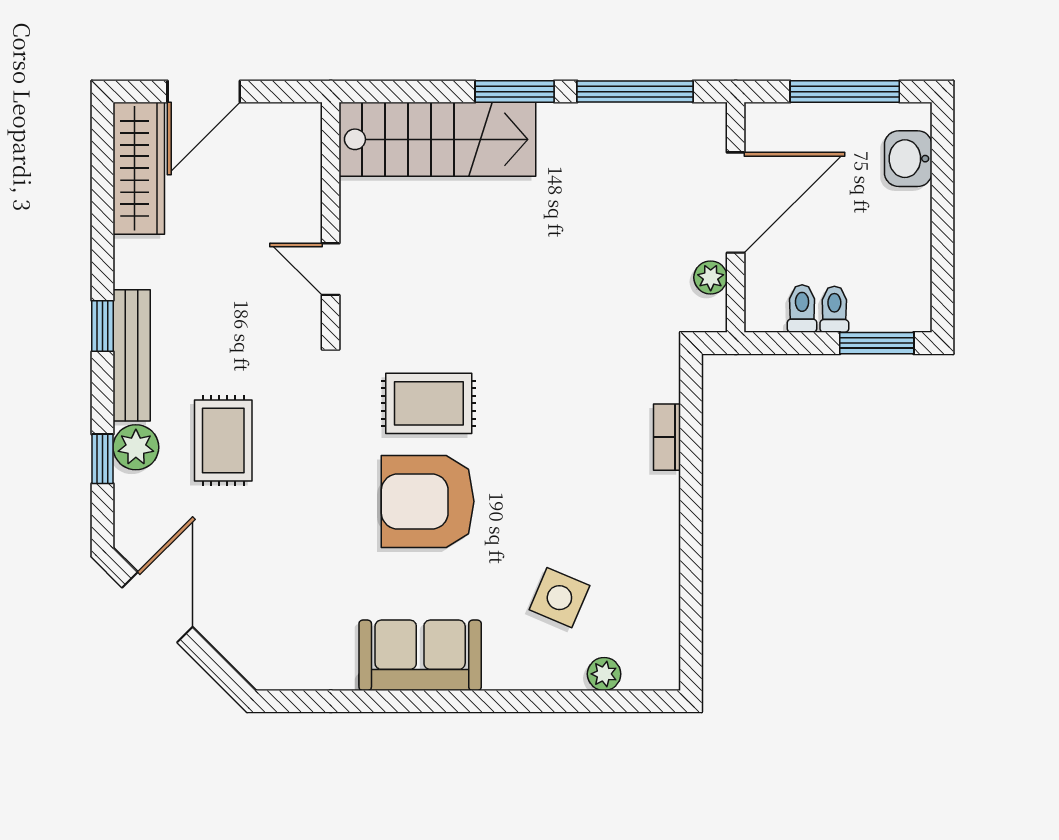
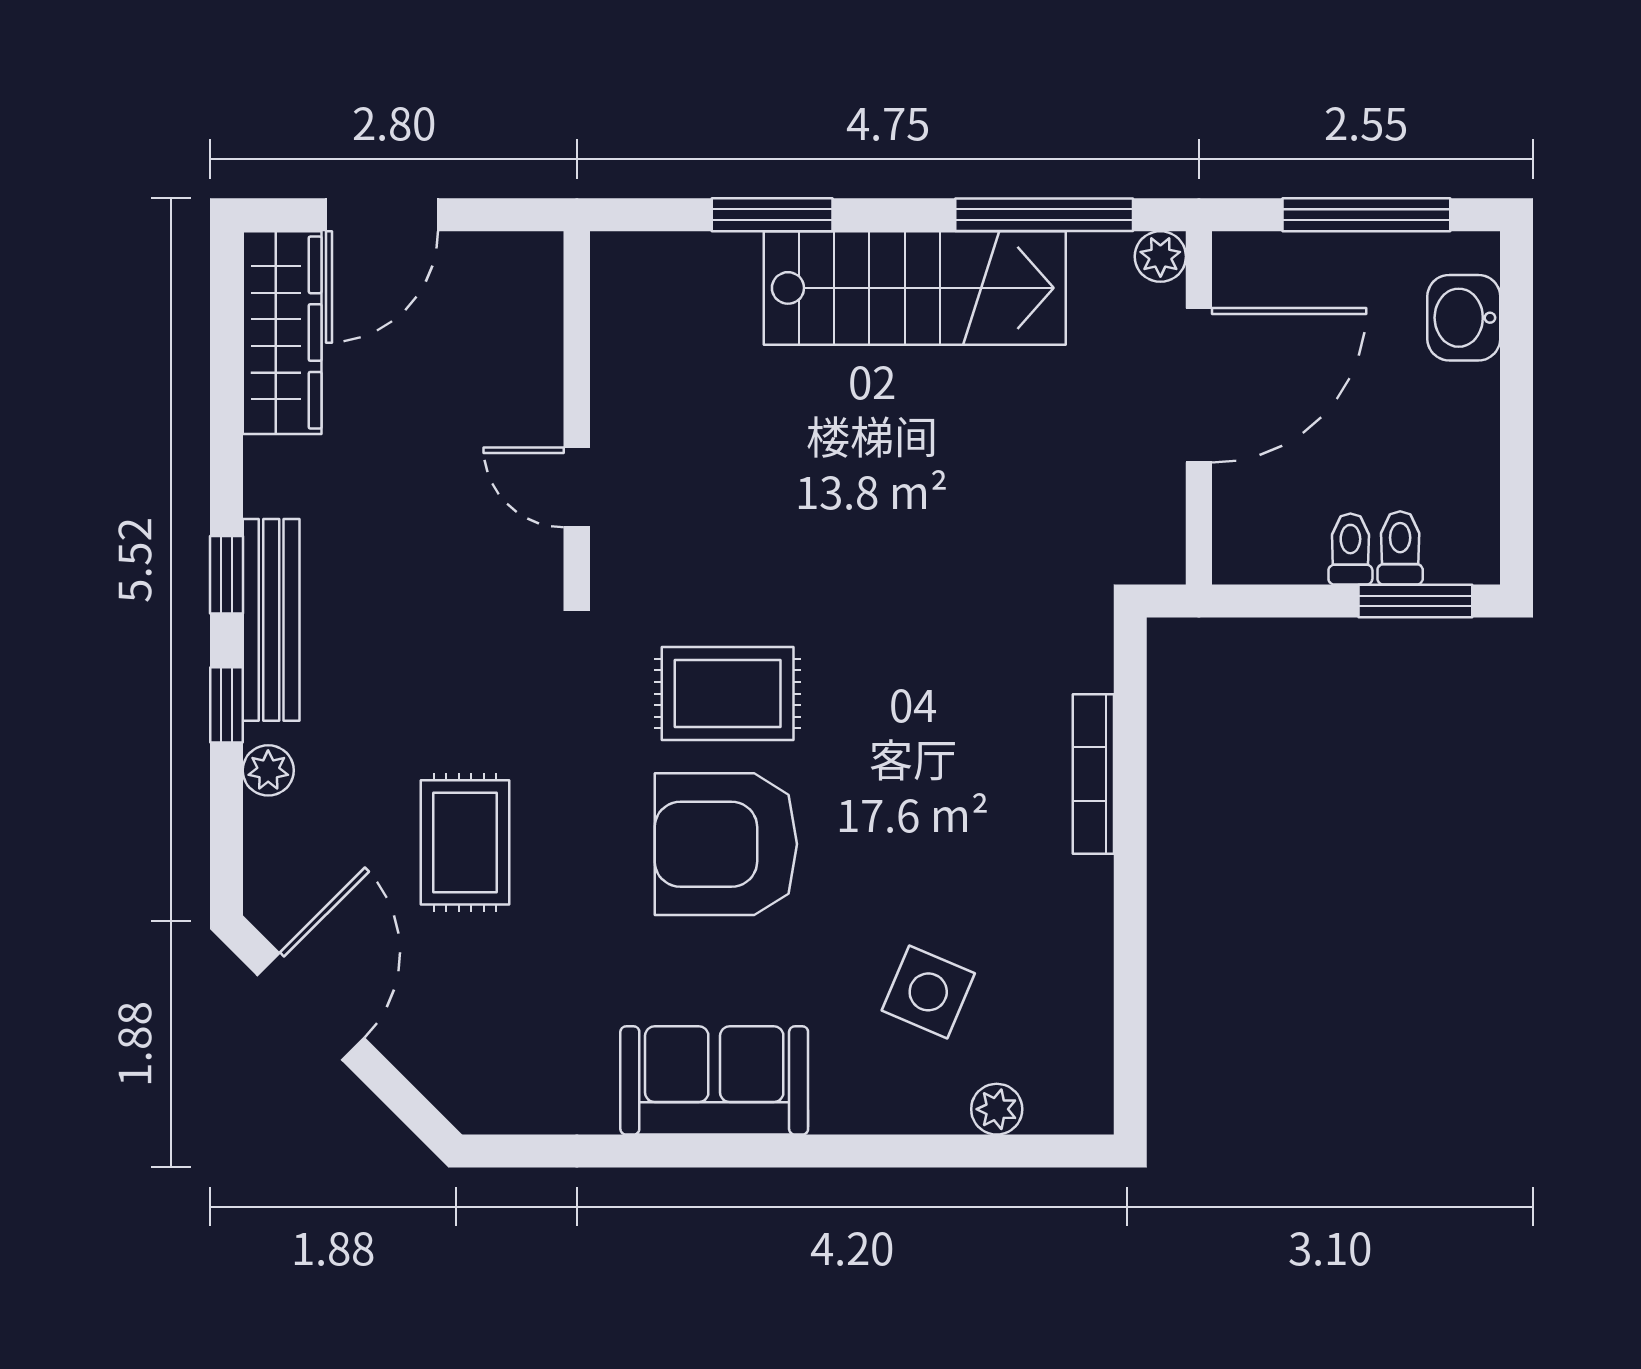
window: (515, 92) -> (772, 215), moved
stairs: (437, 139) -> (915, 288), moved
plant: (711, 277) -> (1160, 256), moved
toilet: (802, 309) -> (1400, 548), moved
bookcase: (667, 437) -> (1093, 774), width x1.56
rug: (223, 441) -> (465, 842), moved
plant: (136, 447) -> (268, 770), width x0.73, depth x0.73
window: (103, 459) -> (227, 705), moved

